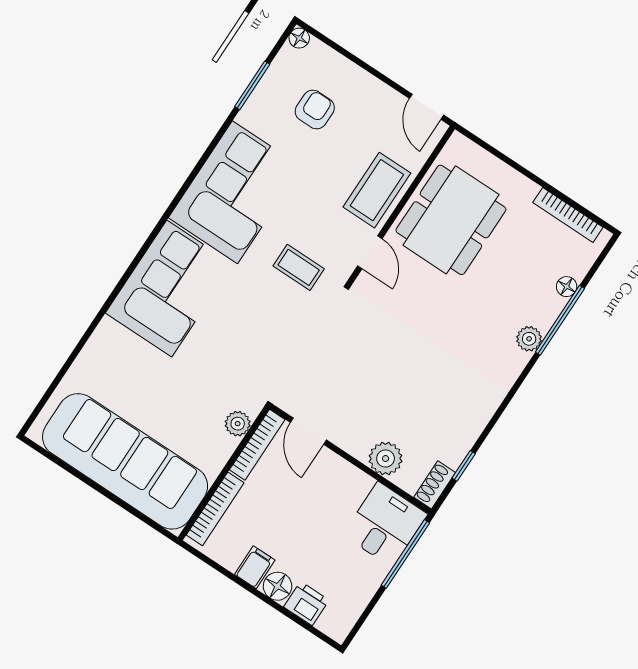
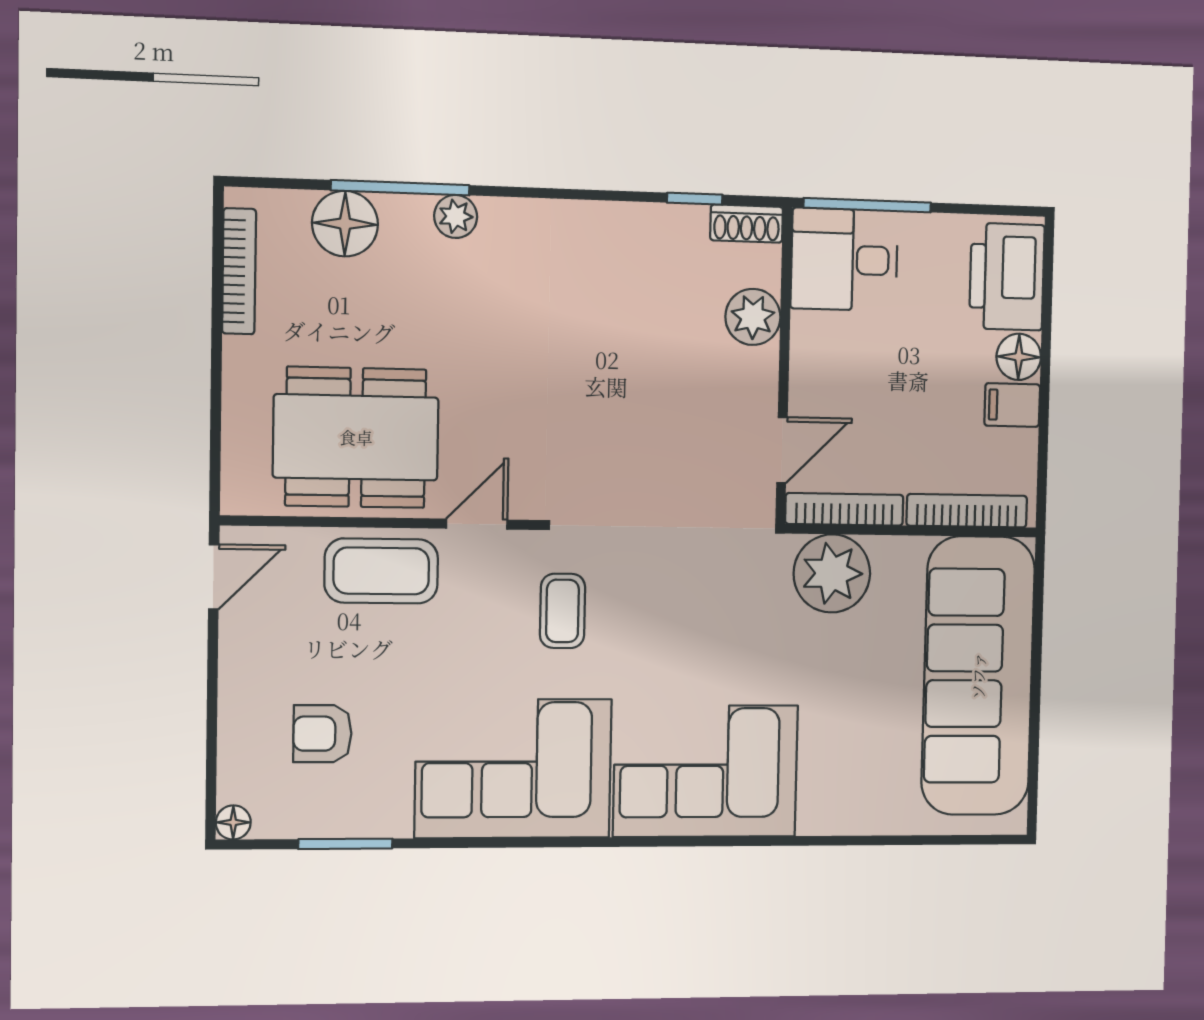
floor lamp: (567, 287) -> (345, 224), width x1.89, depth x1.89
plant: (238, 424) -> (832, 573), width x1.87, depth x1.87
printer: (306, 604) -> (1007, 277), width x1.87, depth x1.48

